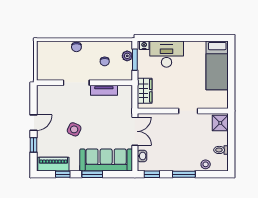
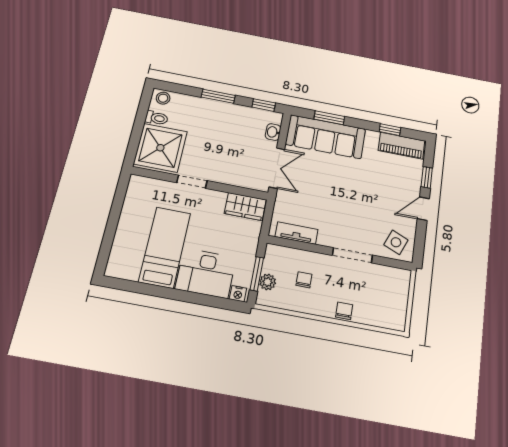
bed: (217, 65) -> (165, 247), moved
tv unit: (104, 90) -> (297, 233), moved
wardrobe: (145, 91) -> (245, 207), moved, turned -90
shower: (220, 123) -> (160, 148), width x1.86, depth x1.86
side table: (74, 129) -> (396, 242), moved
double door: (135, 131) -> (277, 168), swing flipped
stool: (206, 164) -> (163, 98), moved
window: (92, 174) -> (329, 118), moved

